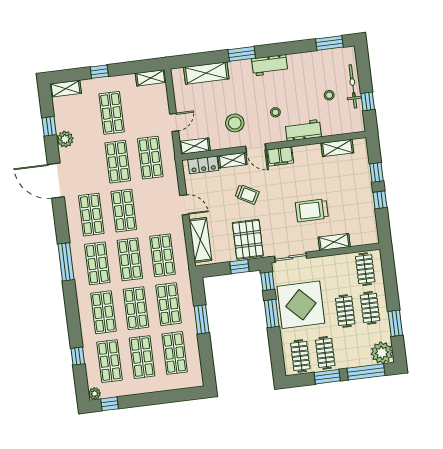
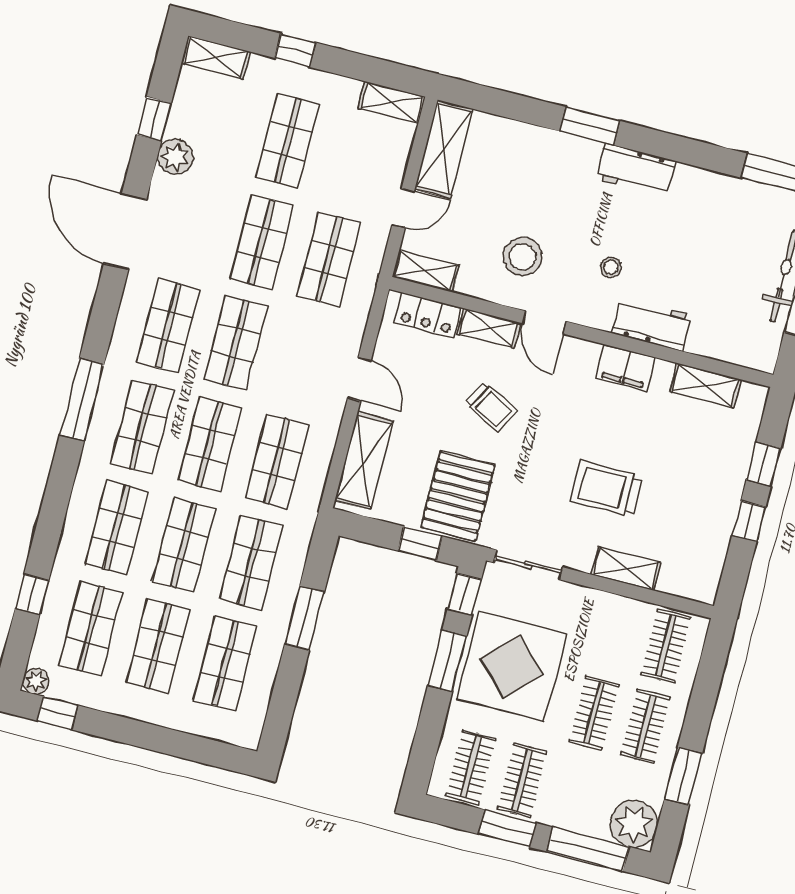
shelving: (206, 73) -> (444, 149), moved, turned 90
stool: (329, 95) -> (730, 275), removed
filing cabinet: (280, 156) -> (625, 368), moved

